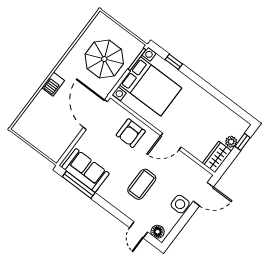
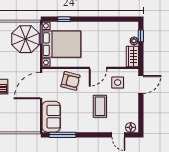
parasol: (104, 59) -> (25, 39), moved
door: (95, 115) -> (41, 86), hinge flipped
armchair: (131, 133) -> (70, 81), turned -76
sofa: (86, 170) -> (51, 117), moved, turned 90
side table: (180, 204) -> (118, 82), moved

